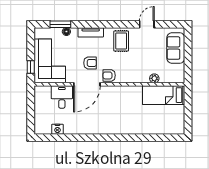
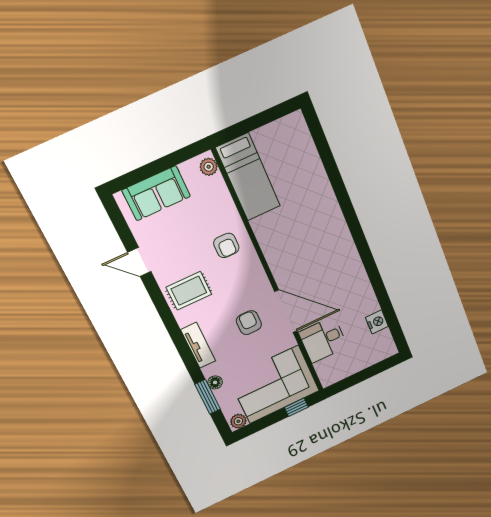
plant: (39, 34) -> (238, 421), added
armchair: (109, 75) -> (226, 245), moved
plant: (154, 78) -> (209, 167), moved

